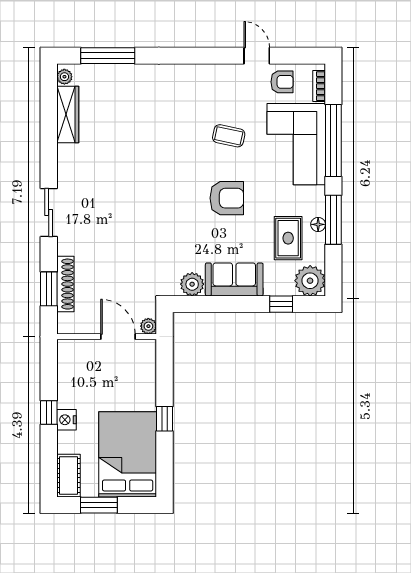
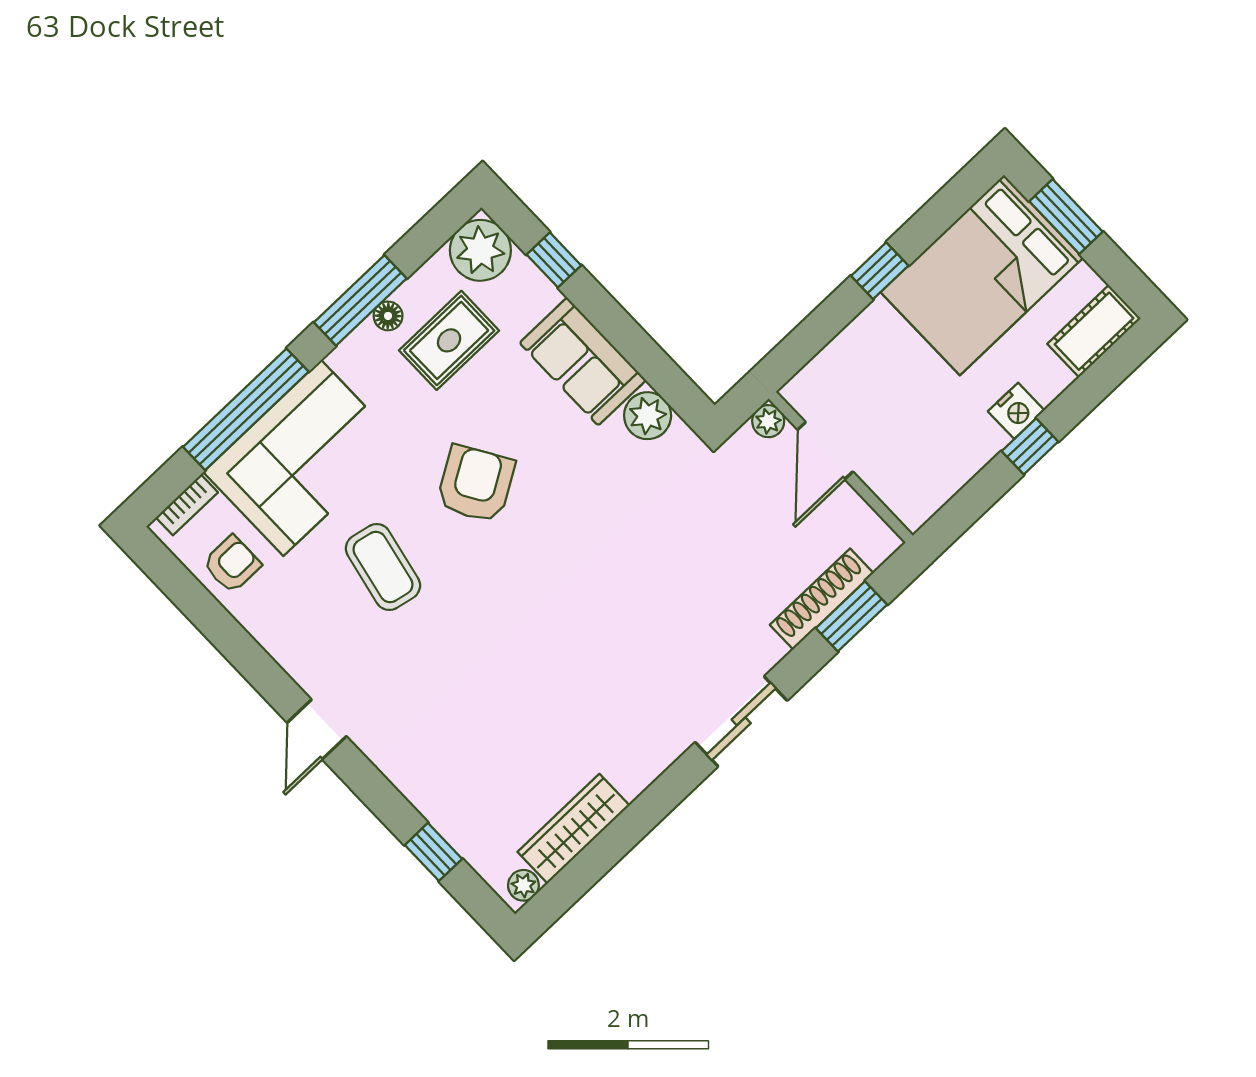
window: (108, 56) -> (433, 852), width x0.46
door: (257, 56) -> (317, 729), moved
armchair: (282, 82) -> (232, 564), turned 90
coffee table: (229, 136) -> (383, 567), width x1.36, depth x1.30
armchair: (227, 198) -> (476, 484), turned 59
window: (99, 505) -> (1066, 216), moved

